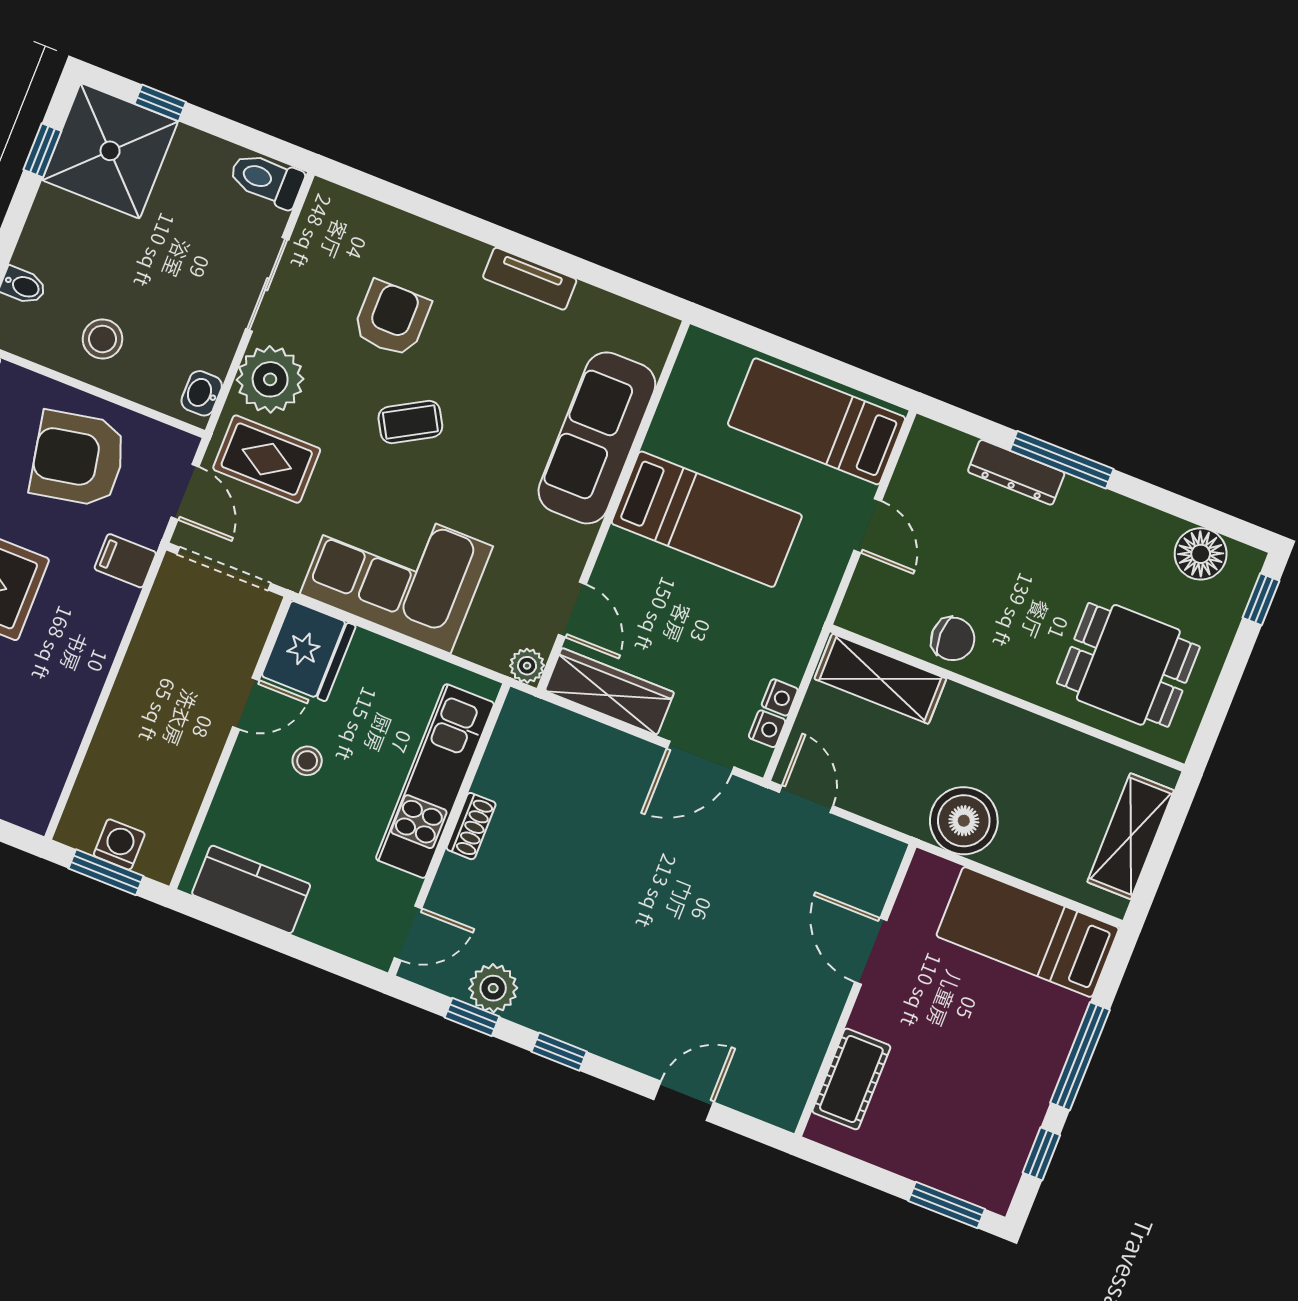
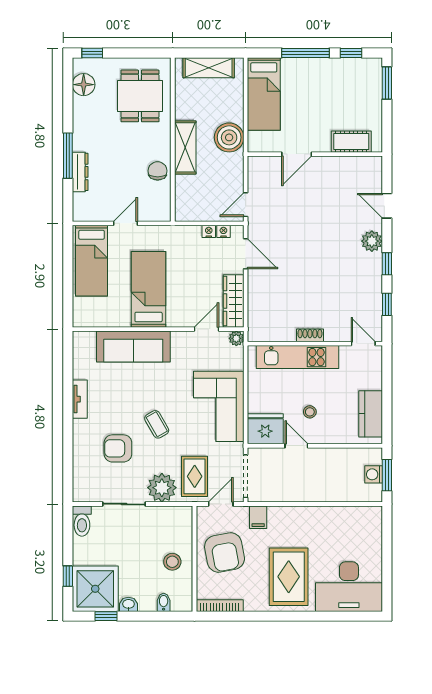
washbasin: (202, 393) -> (128, 604), moved, turned 180
shelving: (880, 679) -> (185, 147), moved
plant: (493, 988) -> (372, 241), moved

